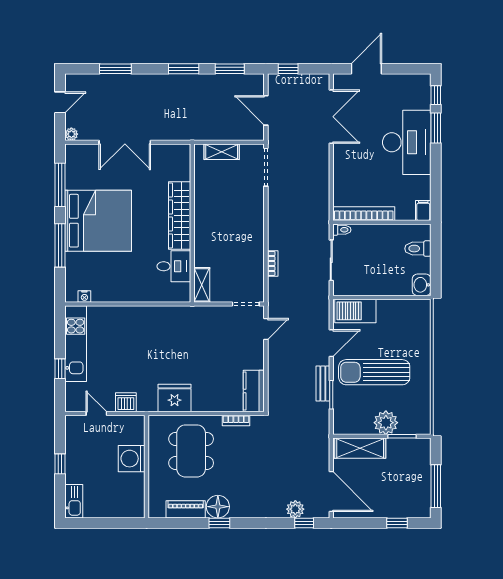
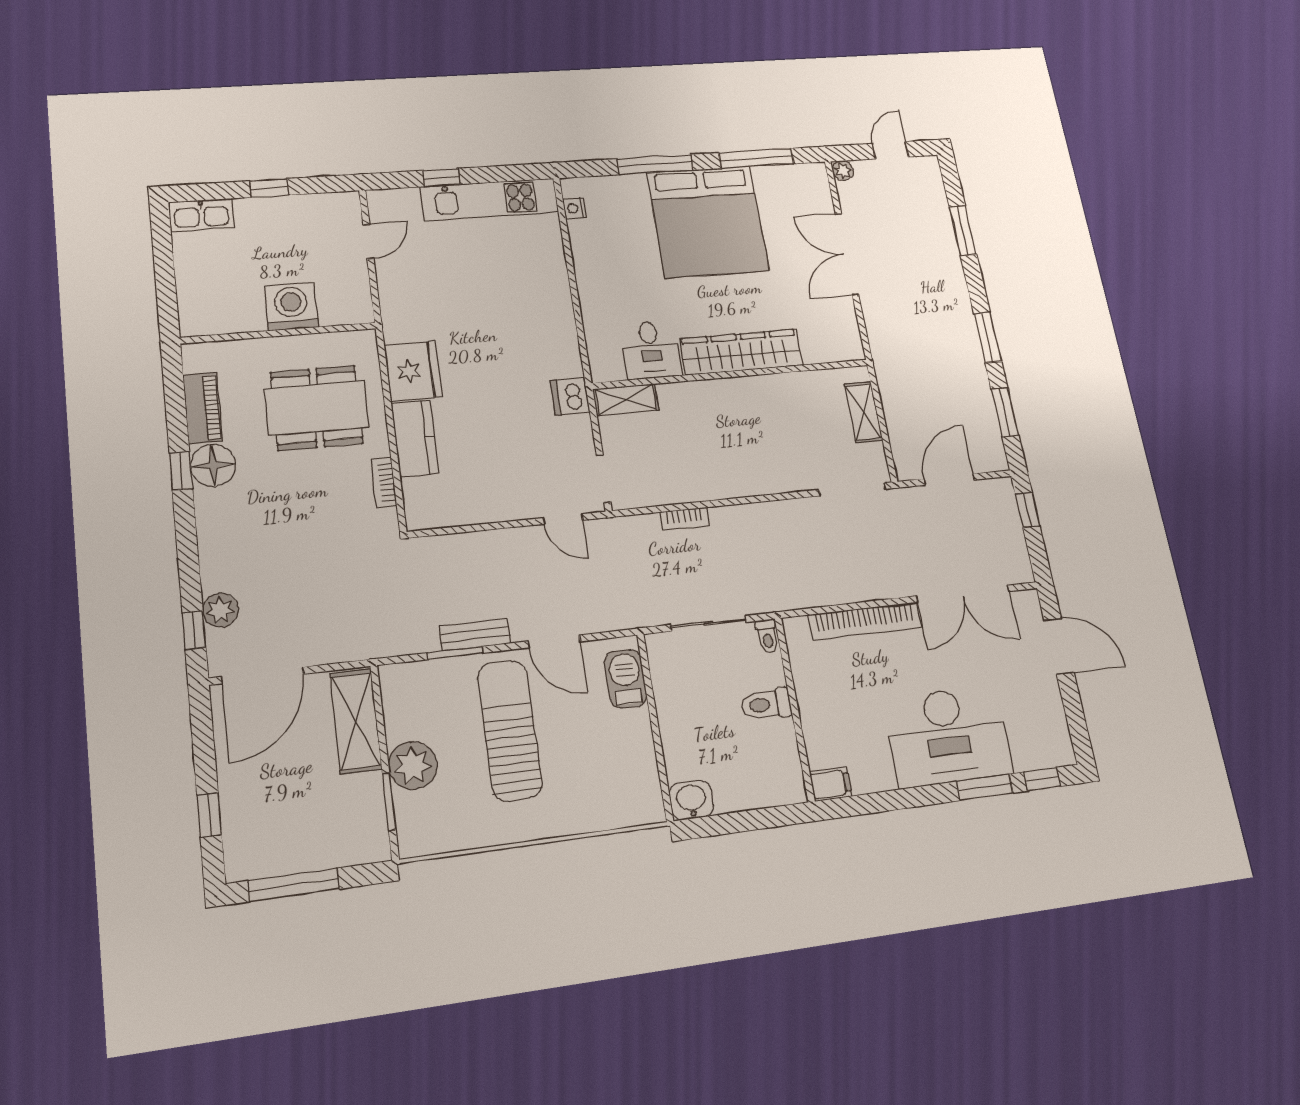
door: (60, 102) -> (890, 150), swing flipped
bookcase: (364, 214) -> (865, 621), moved, turned 90
toilet: (418, 249) -> (766, 704), moved, turned -90
barbecue: (355, 311) -> (626, 679), width x0.73, depth x0.83
kitchen counter: (254, 391) -> (415, 438), moved, turned 90
dishwasher: (126, 402) -> (570, 396), moved, turned 180

